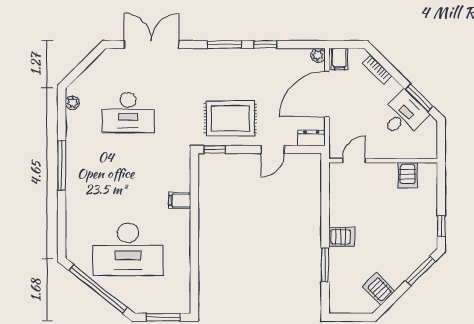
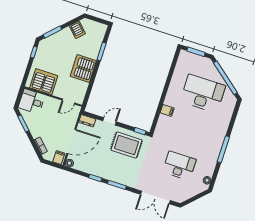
desk: (403, 115) -> (32, 101), moved, turned 45
server rack: (408, 175) -> (44, 82), width x2.18, depth x1.44
server rack: (342, 237) -> (83, 69), width x2.18, depth x1.44

